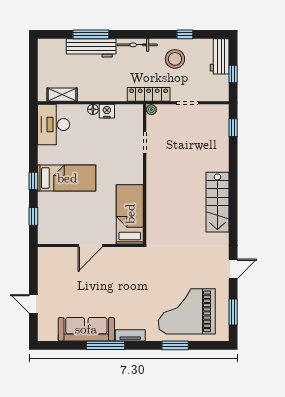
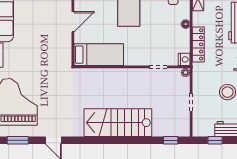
locker: (149, 94) -> (198, 44), moved
nightstand: (107, 111) -> (184, 59), moved
stairs: (217, 202) -> (118, 123), width x1.36, depth x1.51
door: (90, 245) -> (73, 22), swing flipped

